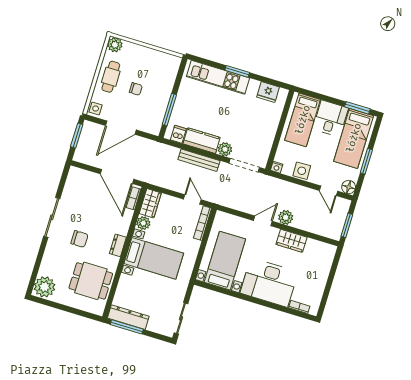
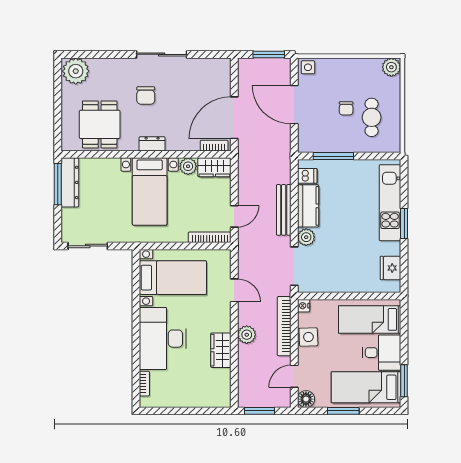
cafe table: (111, 77) -> (372, 117), moved, turned 90
bookcase: (288, 187) -> (284, 326), added
door: (263, 221) -> (234, 290), moved

